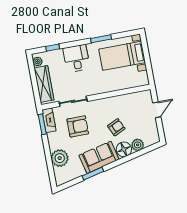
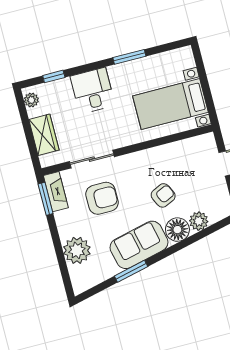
bed with nightstands: (122, 56) -> (170, 104), moved
wardrobe: (44, 84) -> (44, 135), width x0.67

